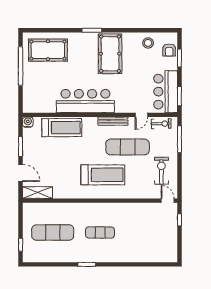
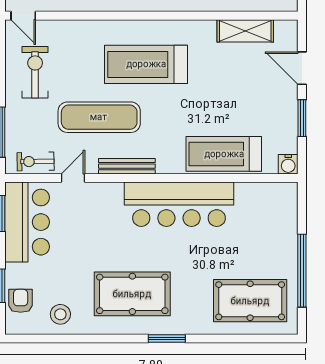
pool table: (110, 54) -> (132, 294), turned 90
exercise bike: (161, 171) -> (35, 72), turned 180
shelving: (38, 193) -> (245, 31), moved

